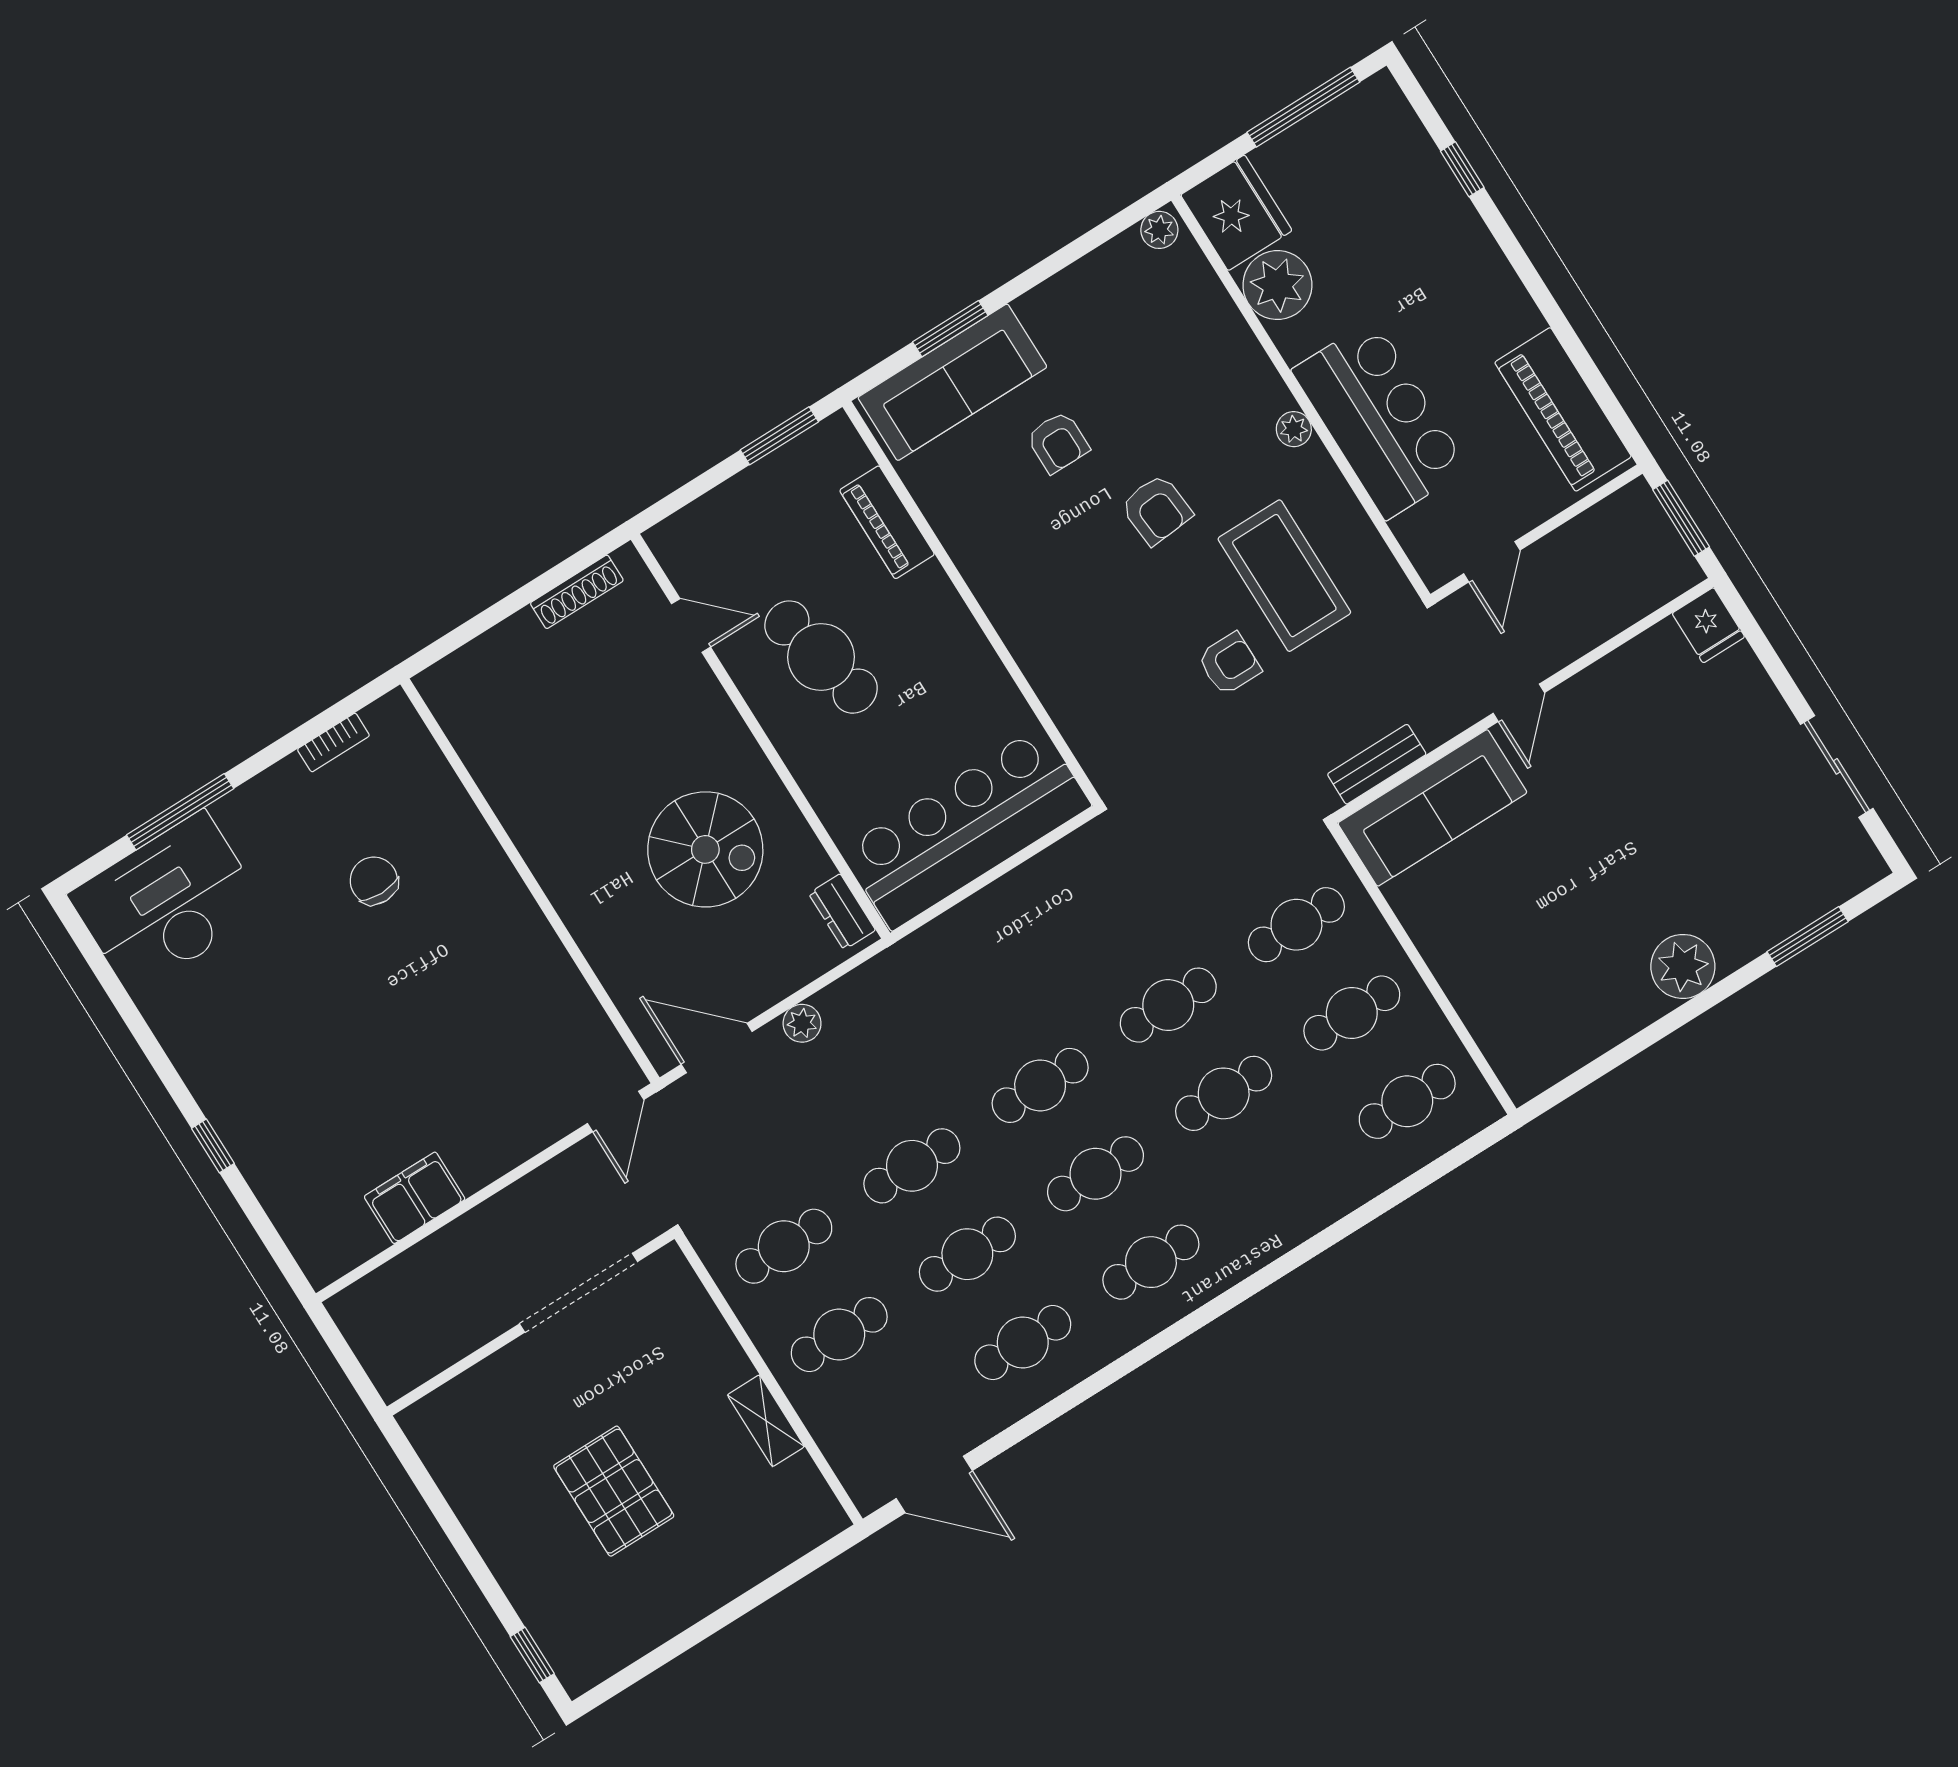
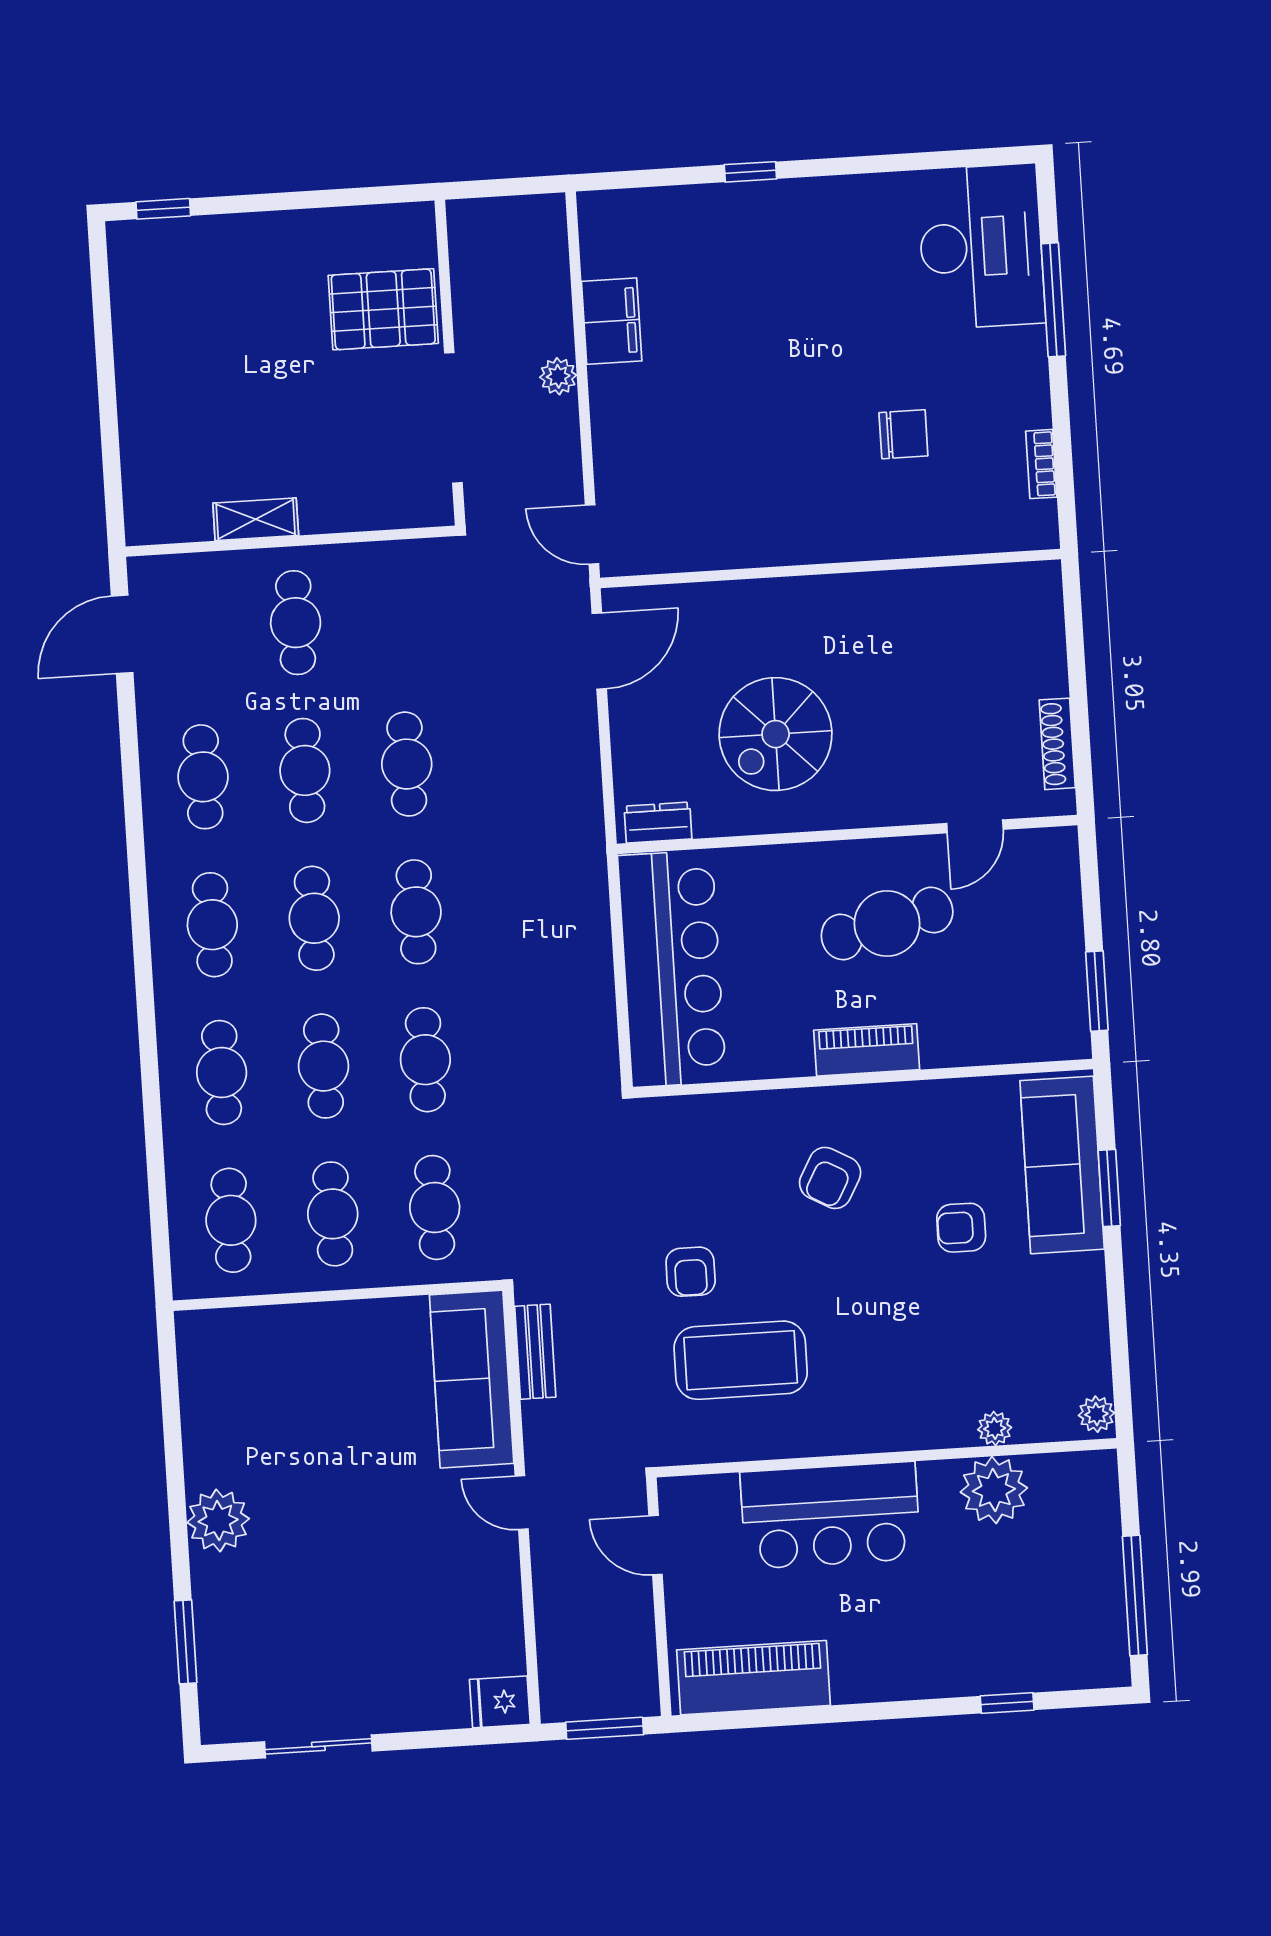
fridge: (1236, 213) -> (1075, 1488), removed
plant: (1294, 429) -> (995, 1428), moved
armchair: (1156, 510) -> (830, 1178), moved, turned -56
piano: (887, 522) -> (867, 1050), moved
plant: (802, 1023) -> (558, 376), moved
cafe table: (784, 1246) -> (222, 1072), moved
pallet: (614, 1491) -> (383, 309), moved

